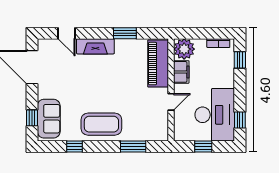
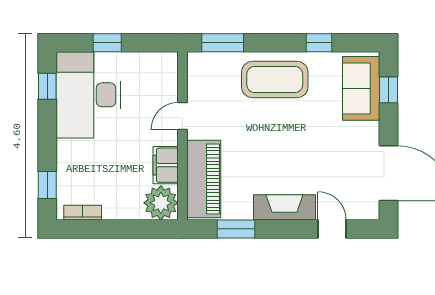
plant: (184, 49) -> (161, 203), moved
piano: (158, 64) -> (204, 179), moved
filing cabinet: (181, 72) -> (166, 165), moved
wall: (171, 90) -> (182, 136), moved
door: (171, 102) -> (182, 116), moved

